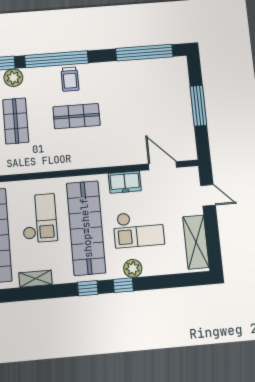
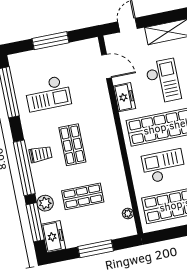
checkout: (138, 96) -> (48, 93), added
door: (163, 166) -> (107, 66), swing flipped

